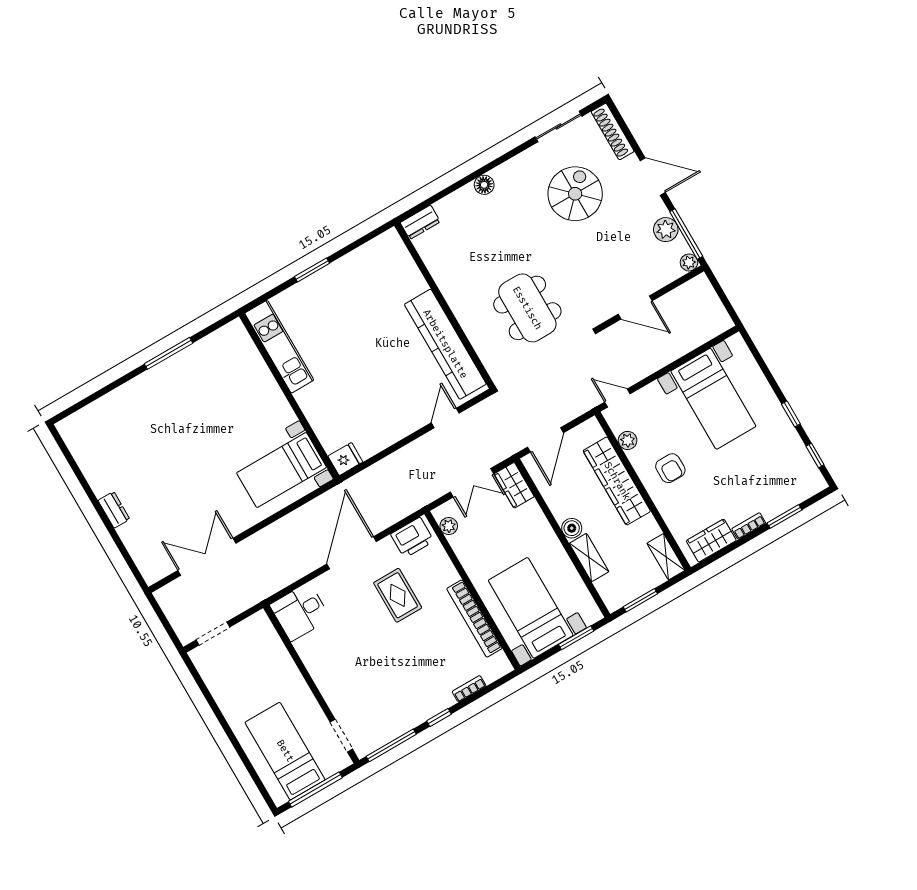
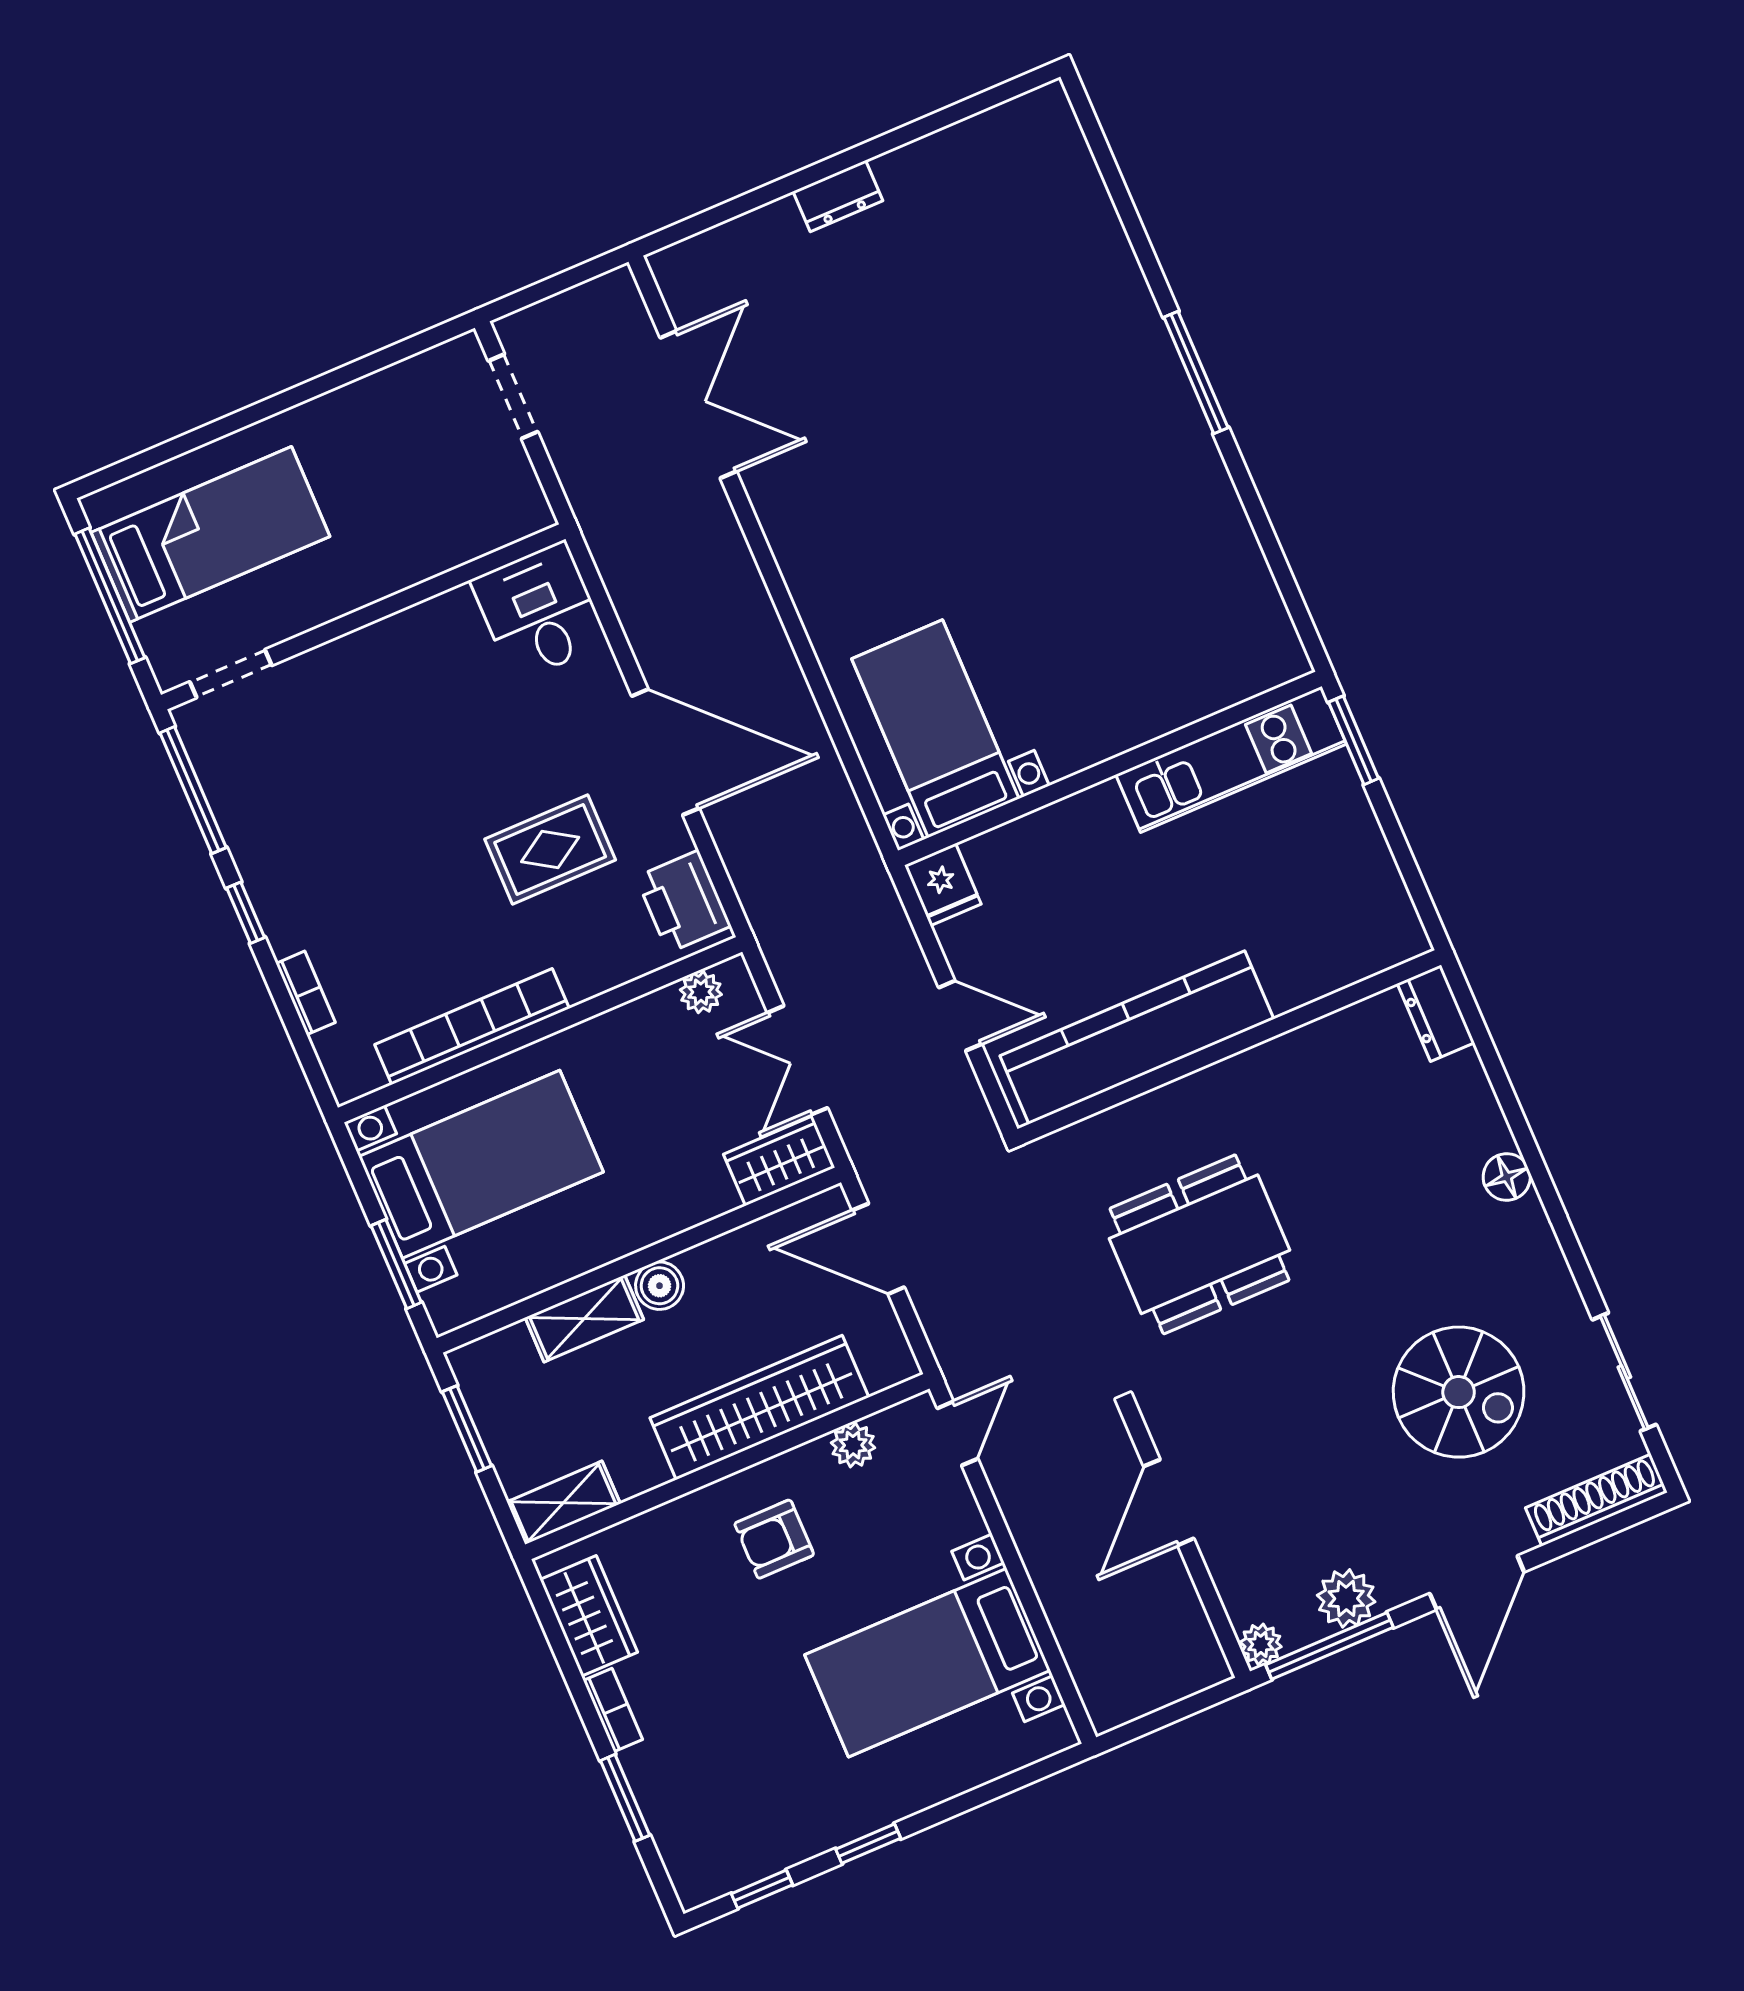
kitchen unit: (279, 347) -> (1231, 759), moved
wall: (289, 396) -> (1110, 768), moved
fridge: (345, 459) -> (943, 885), moved
bed with nightstands: (282, 470) -> (935, 729), moved

